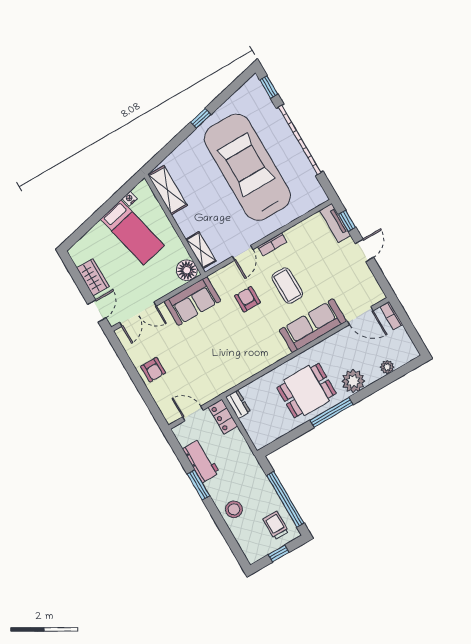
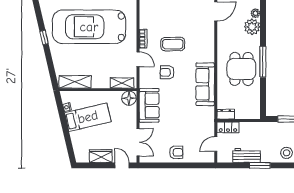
sofa: (313, 326) -> (205, 84), moved
plant: (353, 381) -> (252, 27), moved

